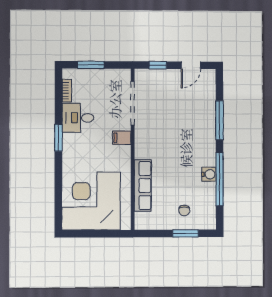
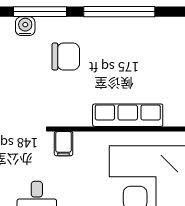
water cooler: (209, 174) -> (25, 26), moved
chair: (184, 210) -> (66, 57), moved, width x1.87, depth x1.87

